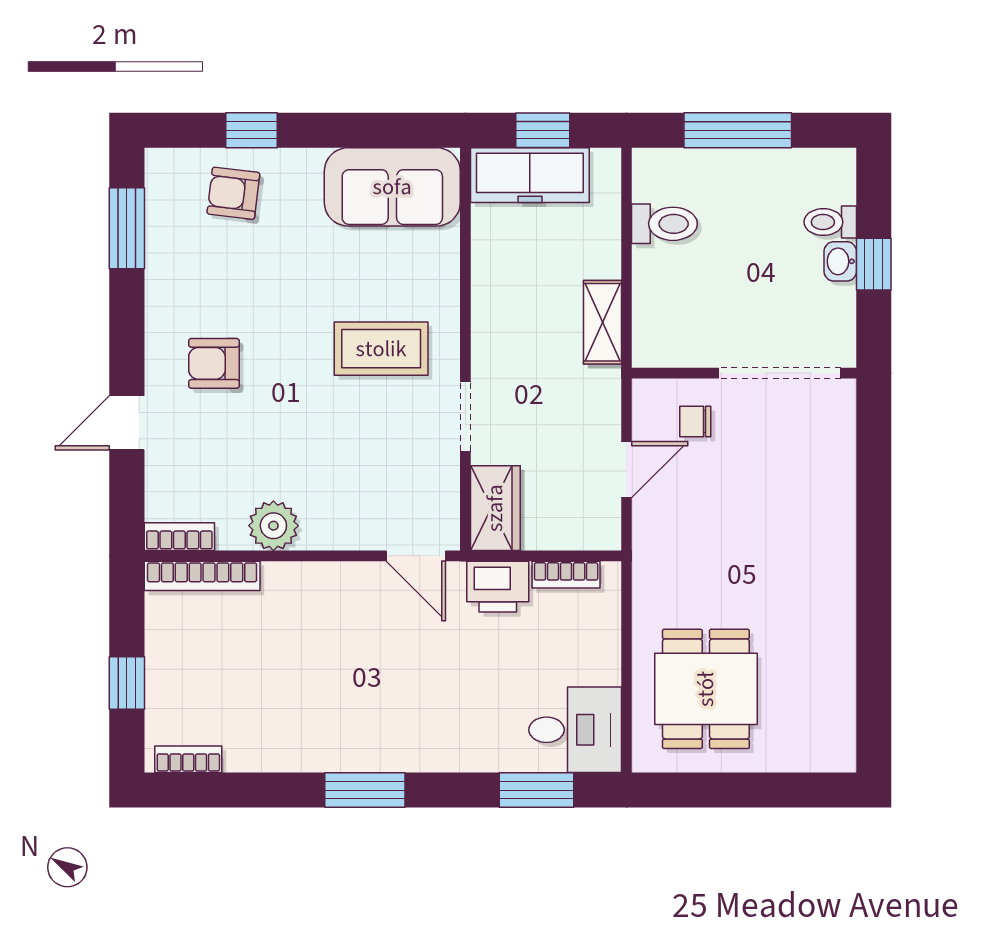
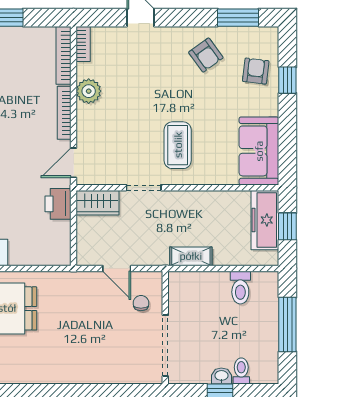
armchair: (214, 363) -> (206, 55), moved, turned 144
bookcase: (566, 575) -> (64, 113), moved, width x1.56

